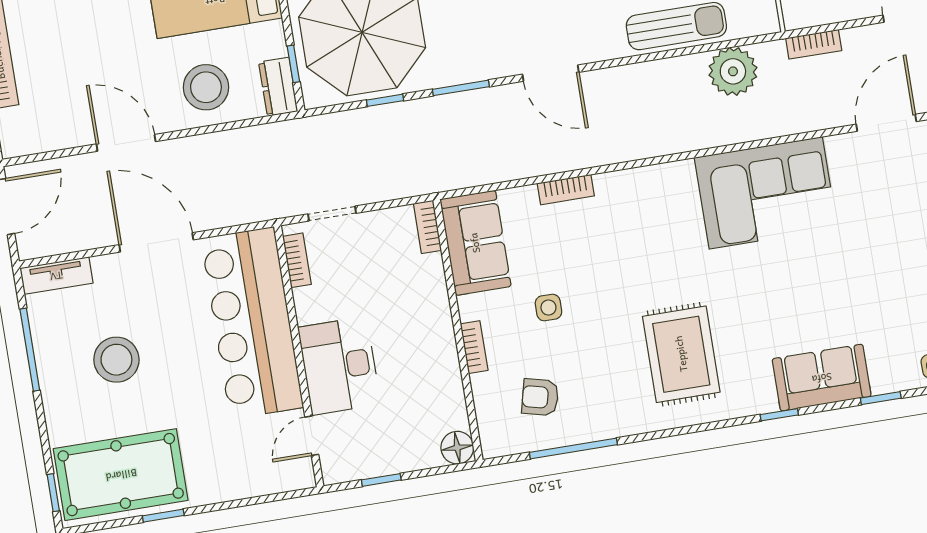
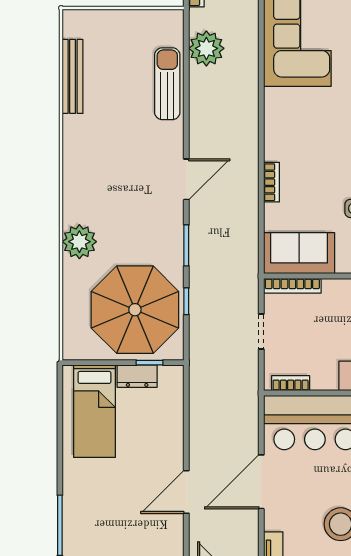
stool: (206, 87) -> (156, 428), removed
dresser: (278, 87) -> (137, 376), moved
doorway: (332, 214) -> (261, 332), moved
bookcase: (427, 227) -> (292, 286), width x1.56

